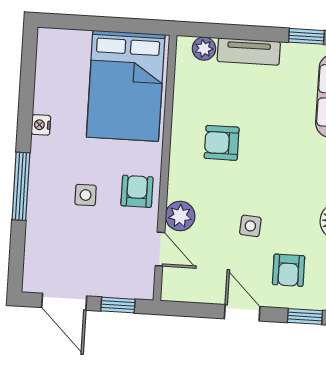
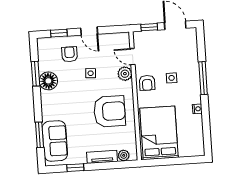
armchair: (222, 143) -> (109, 111), width x1.88, depth x1.88

